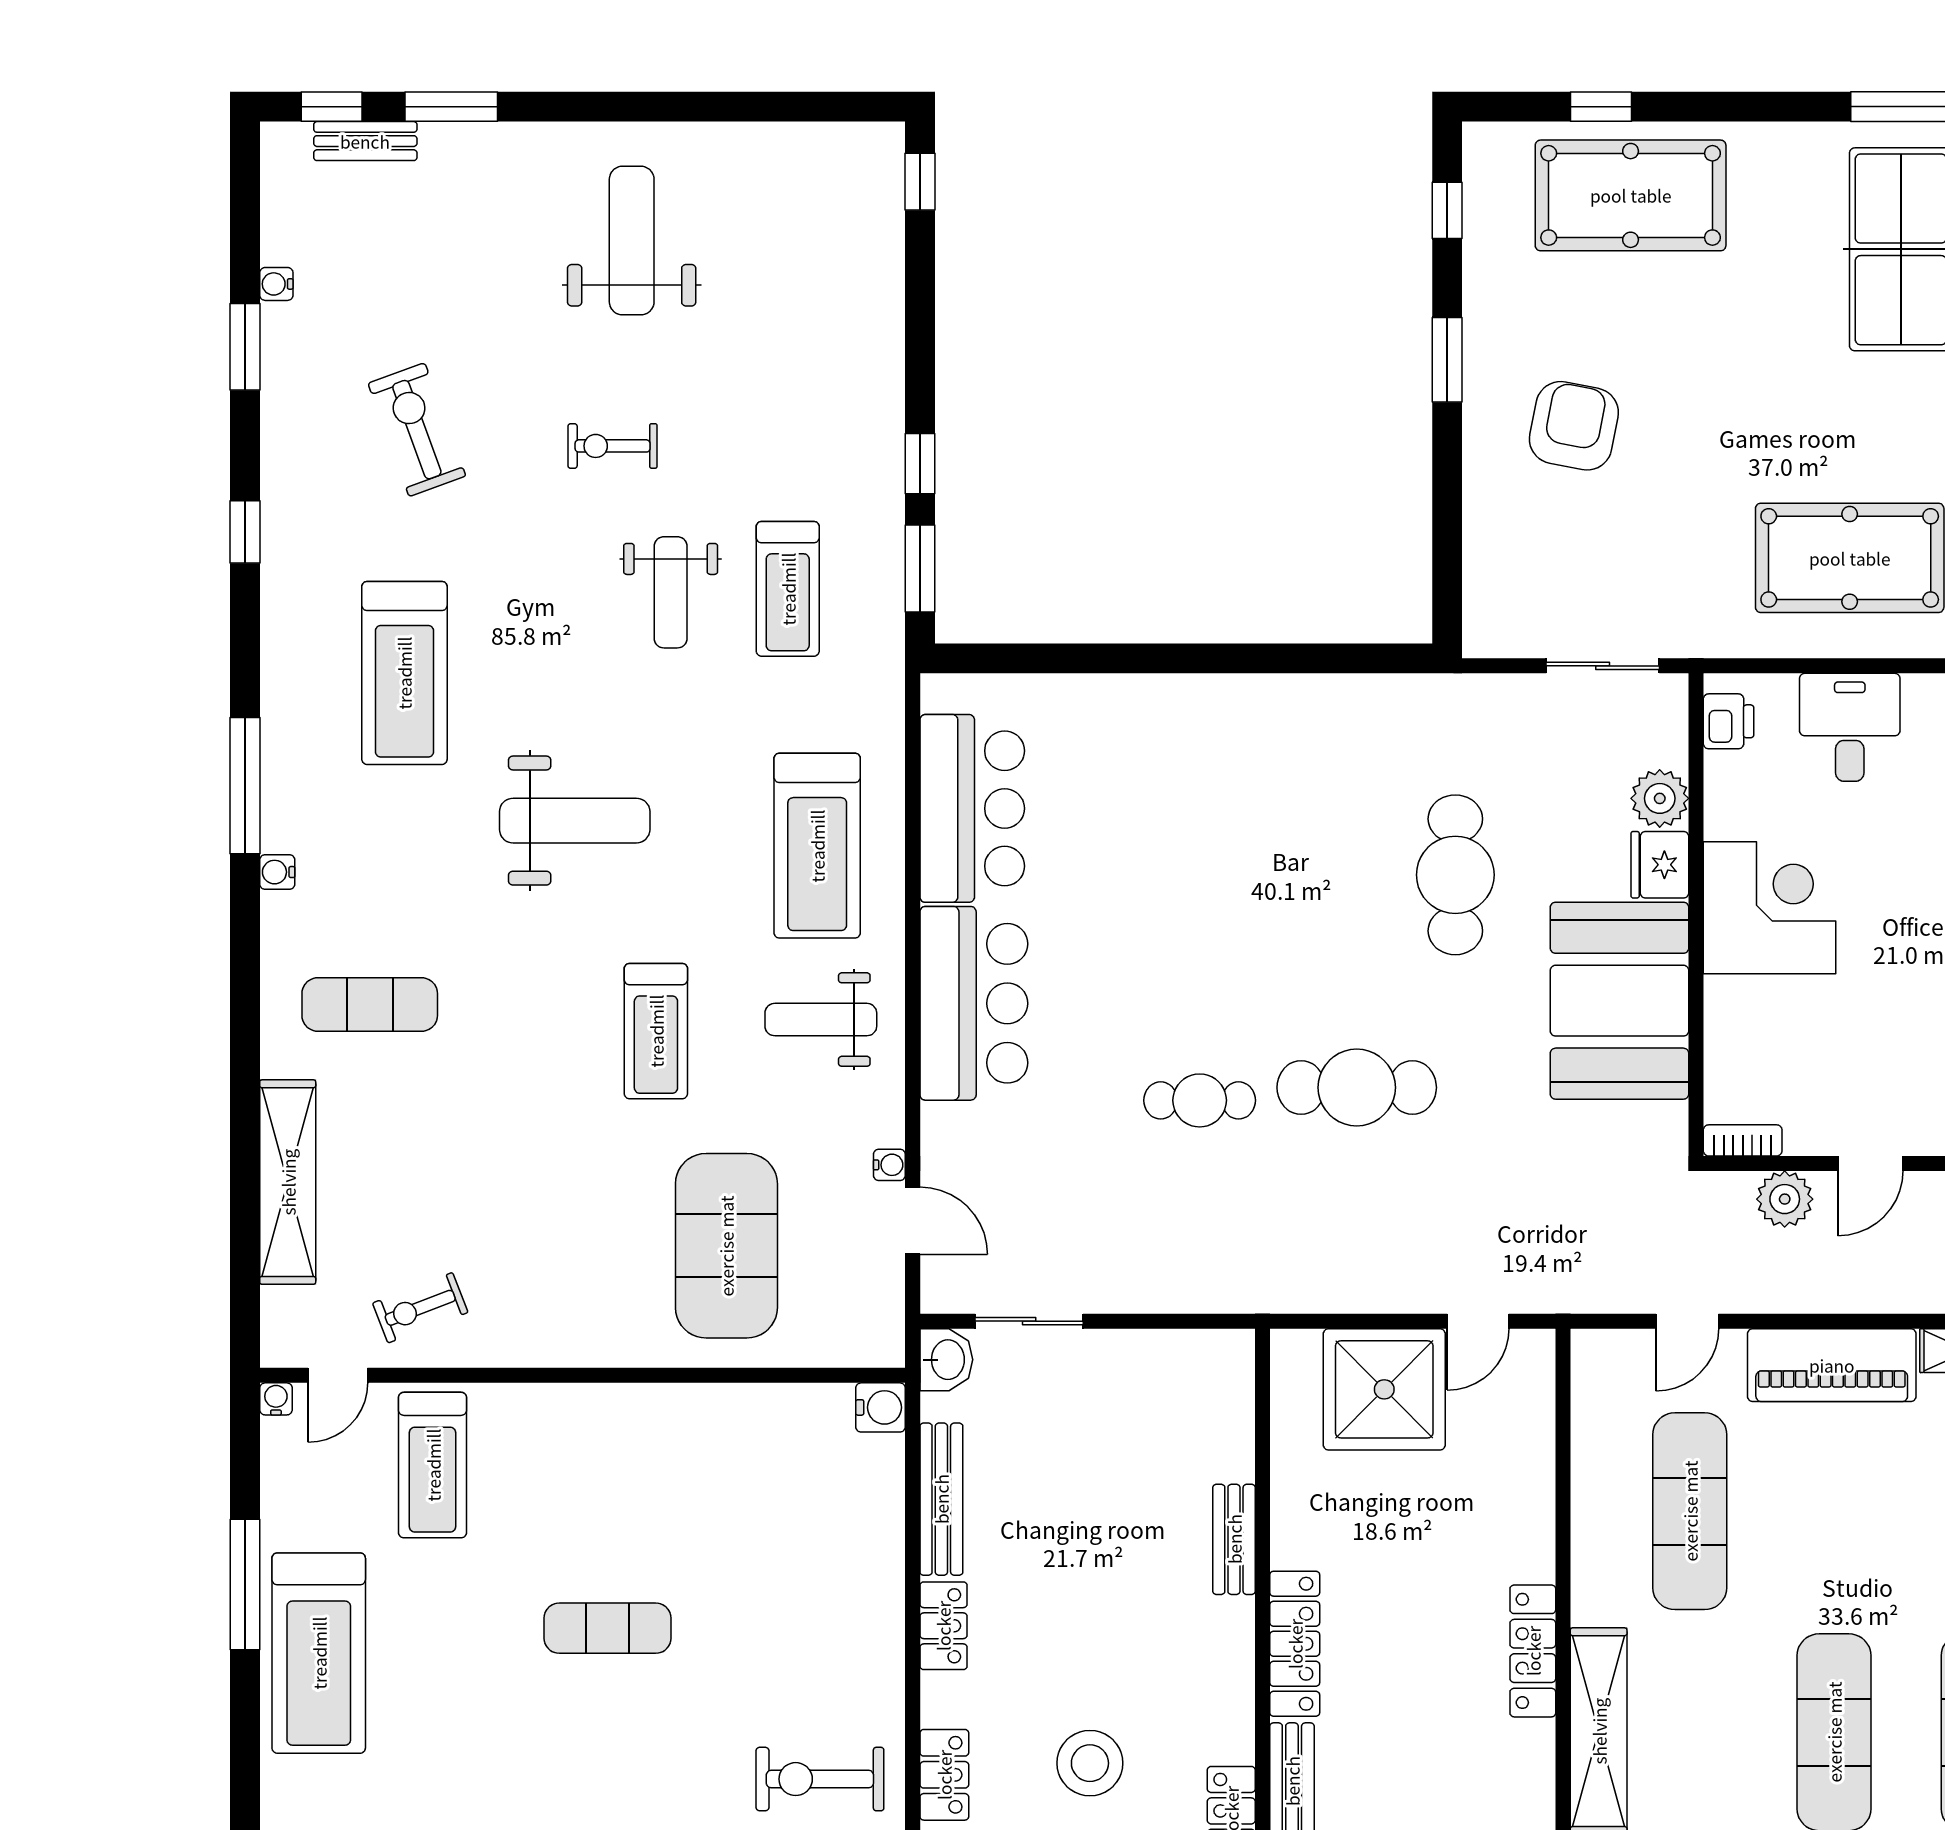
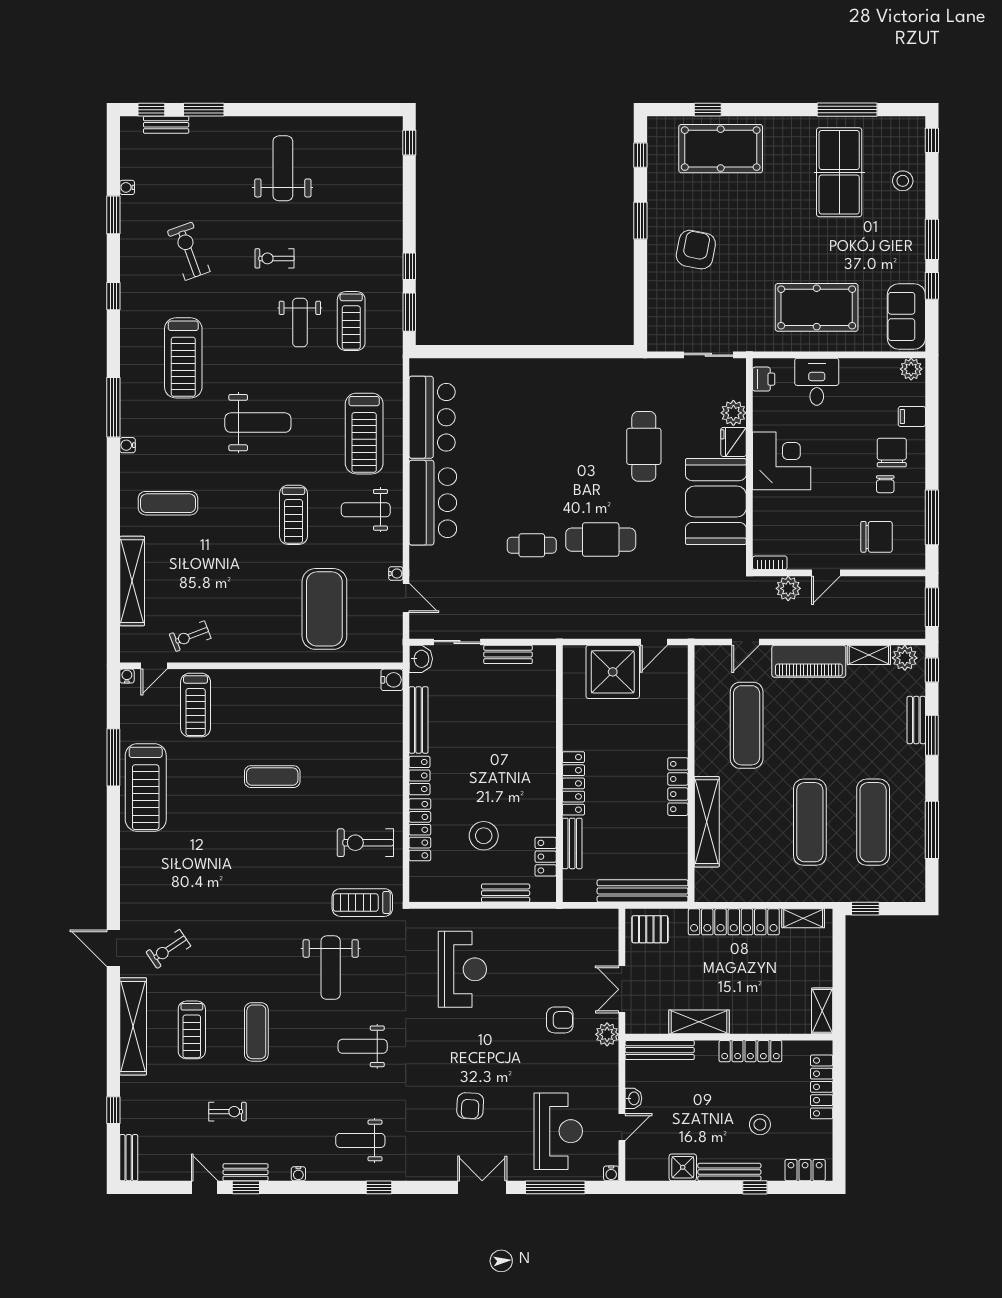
bench: (1234, 1539) -> (508, 654), moved, turned 90
locker: (944, 1775) -> (420, 830), width x1.53

